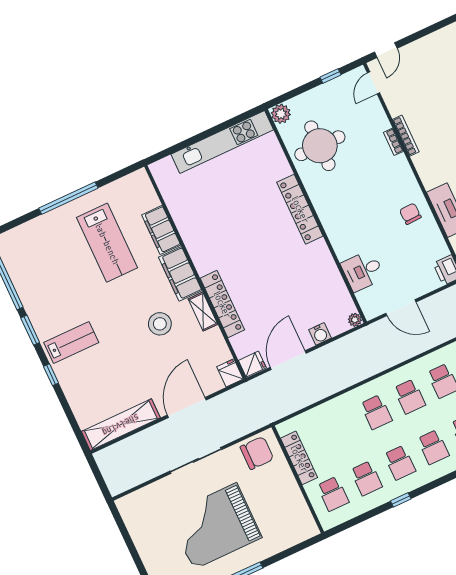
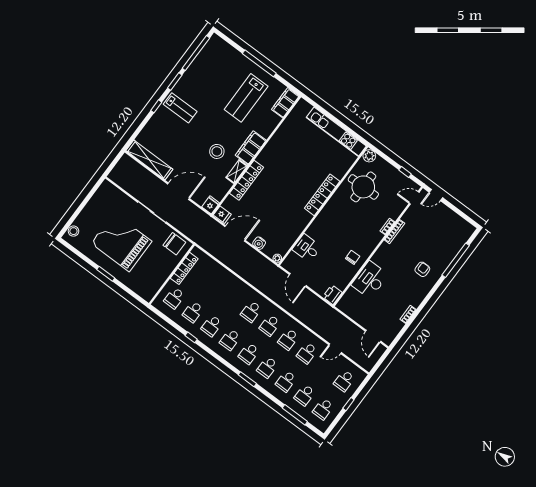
filing cabinet: (161, 230) -> (285, 103), moved
school desk: (376, 412) -> (233, 298), removed

